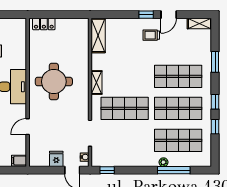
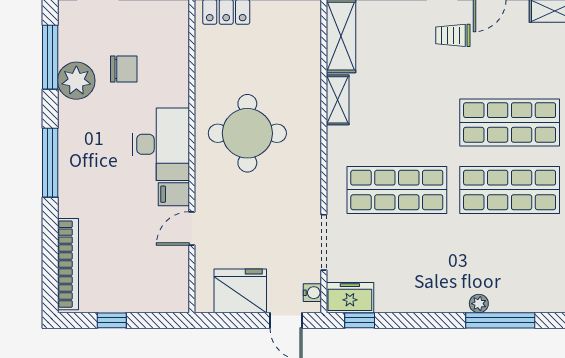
shelving: (97, 82) -> (338, 100), moved
shop shelf: (178, 140) -> (510, 258), removed
fridge: (56, 159) -> (240, 291), width x1.88, depth x1.34
freezer: (102, 159) -> (350, 298), added
filing cabinet: (19, 161) -> (174, 194), moved

